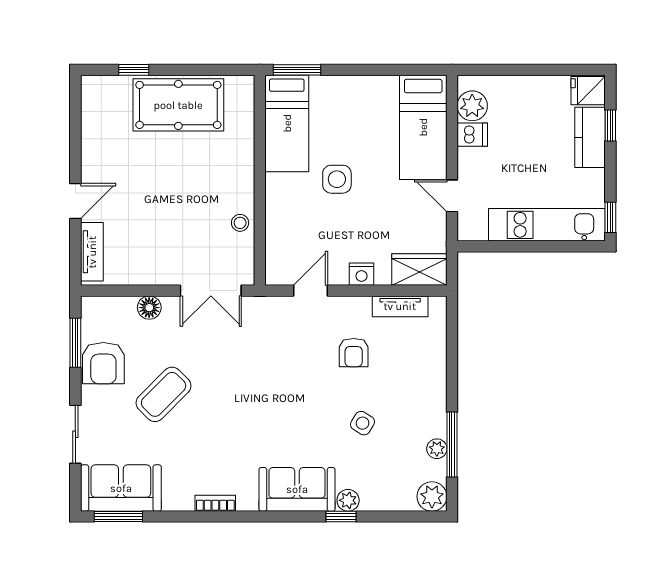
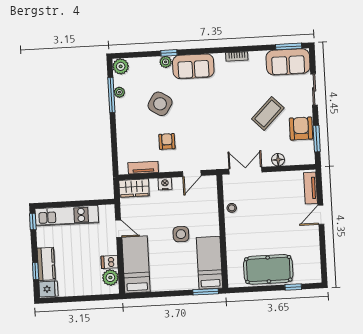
side table: (363, 423) -> (160, 104), width x1.87, depth x1.87

